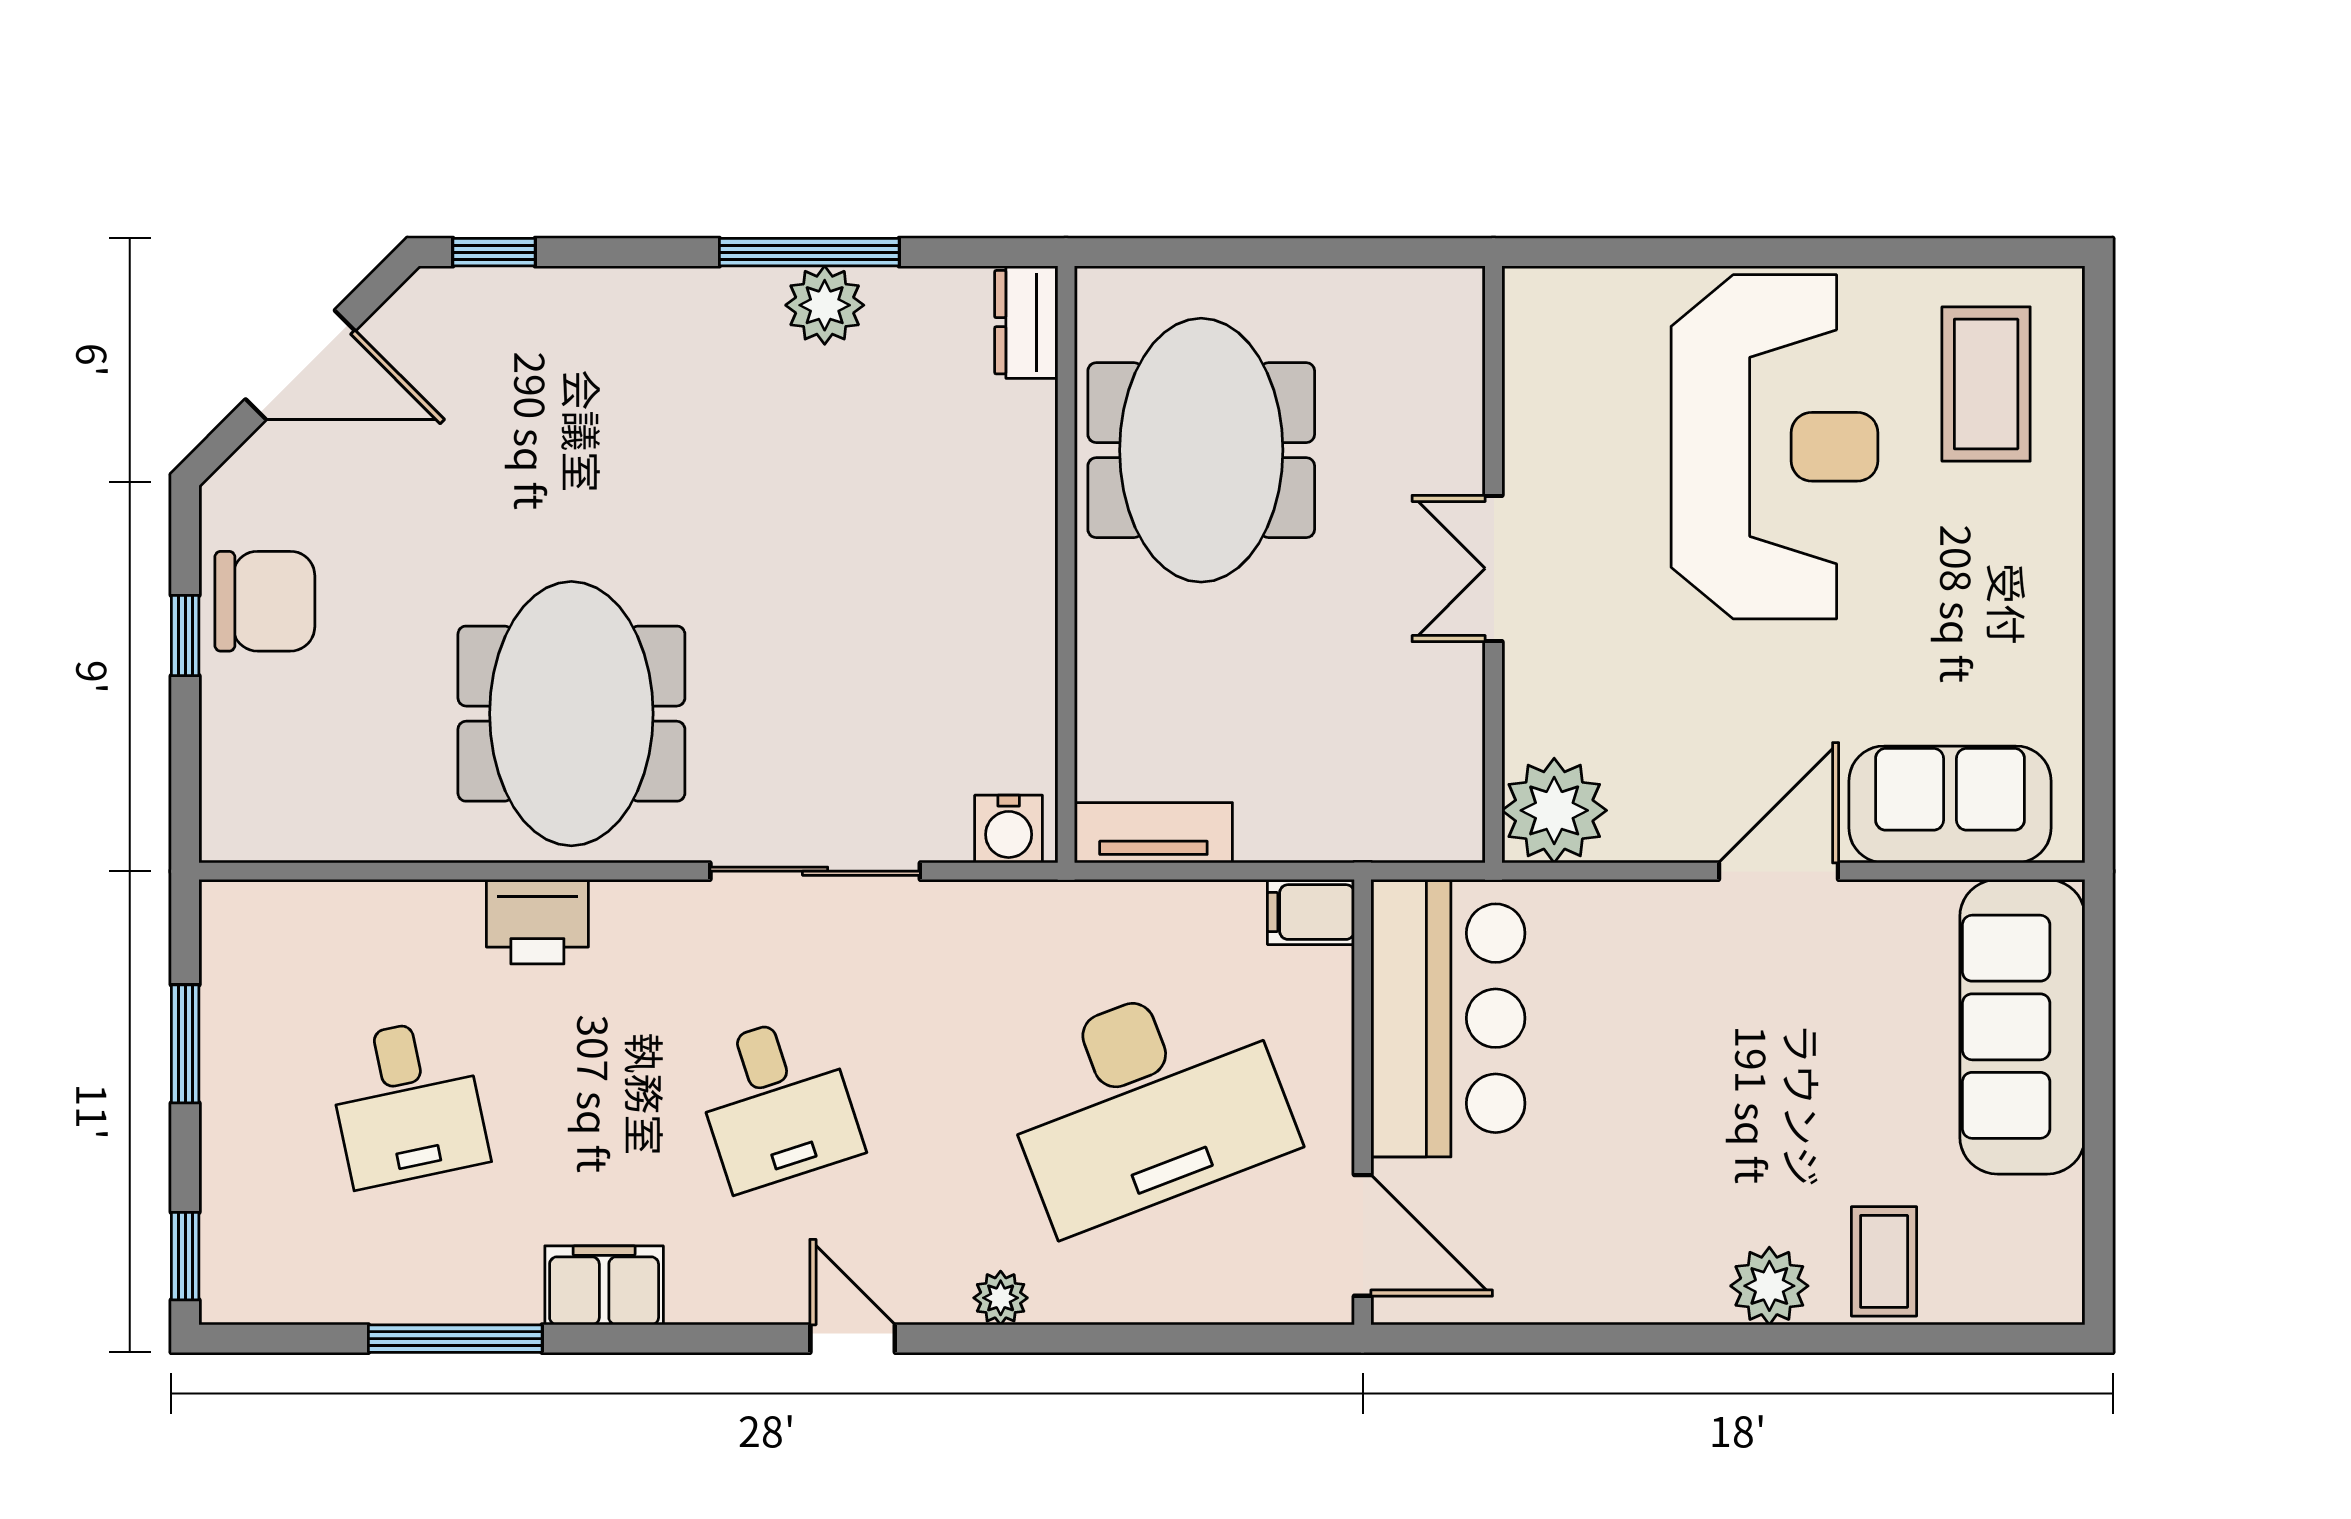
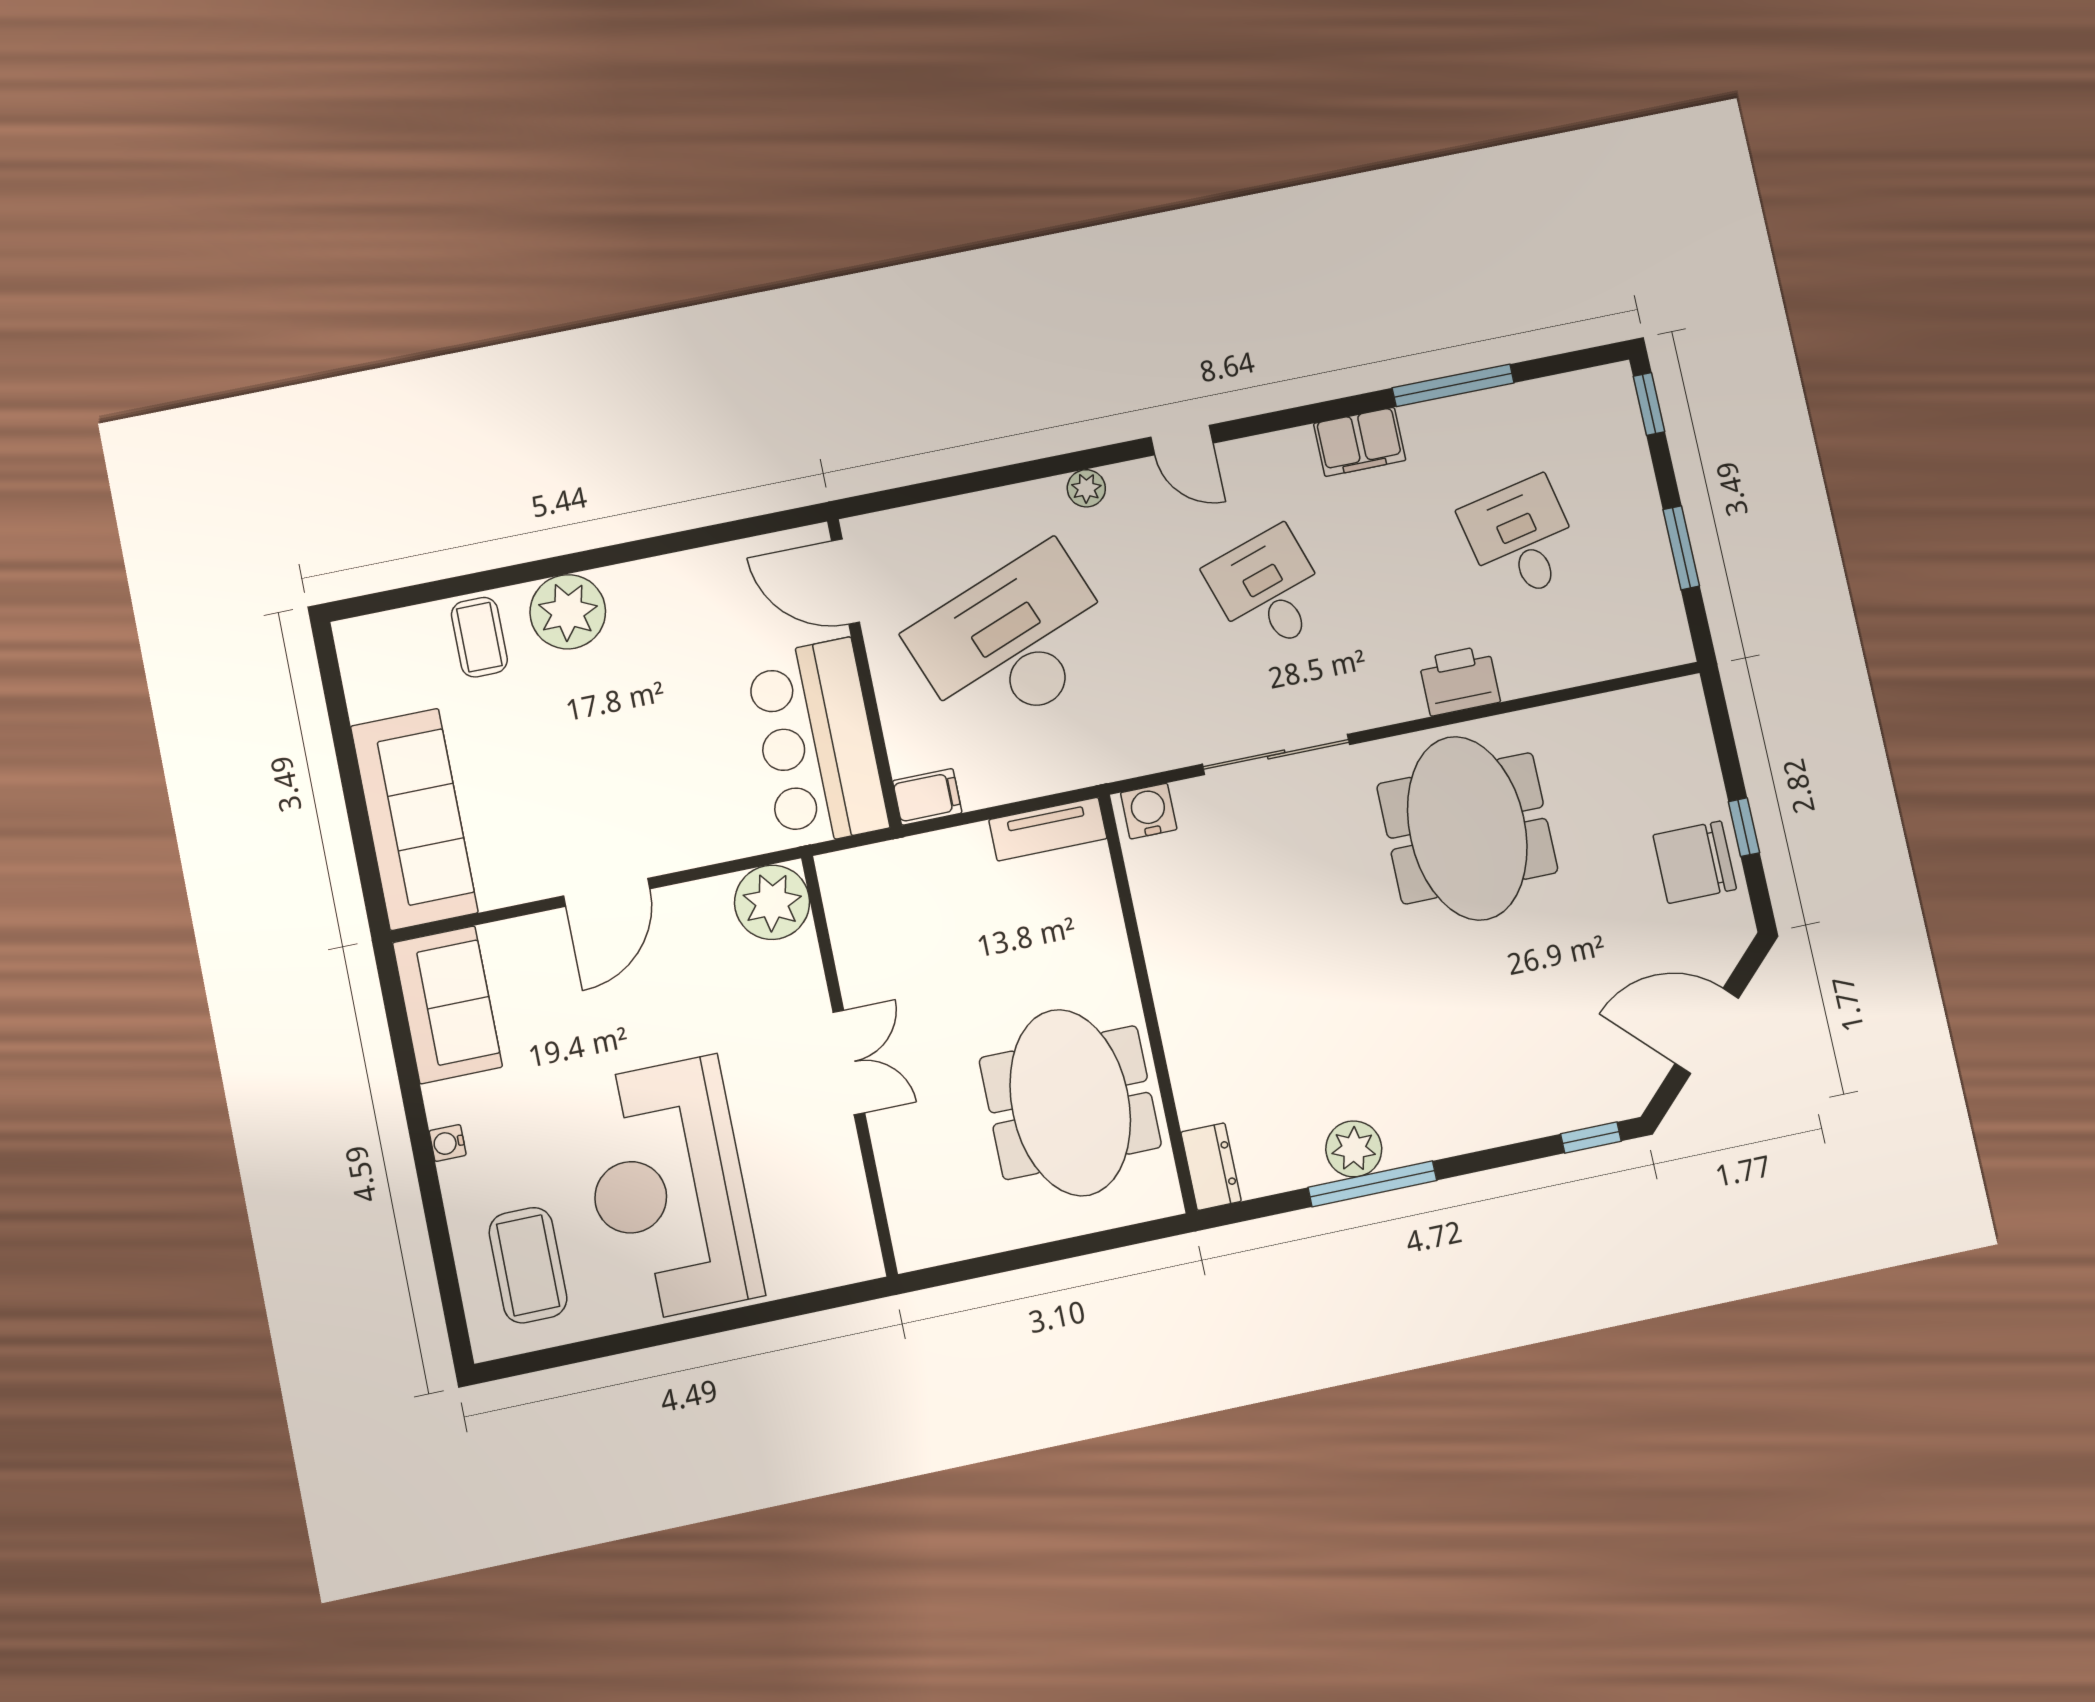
water cooler: (2063, 573) -> (448, 1143), added
sofa: (1950, 804) -> (447, 1005), moved, turned -90
plant: (1769, 1286) -> (568, 612), width x1.36, depth x1.36

